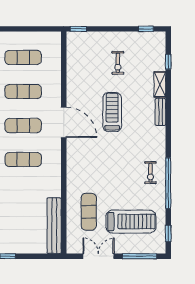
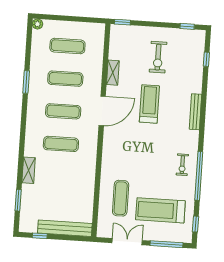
exercise bike: (118, 63) -> (158, 57), width x1.38, depth x1.39
shelving: (160, 84) -> (113, 73), moved
bench: (160, 112) -> (195, 112), width x1.36
door: (64, 122) -> (102, 111), hinge flipped
treadmill: (131, 222) -> (160, 210), turned 180
bench: (54, 226) -> (65, 228), moved, turned 90

